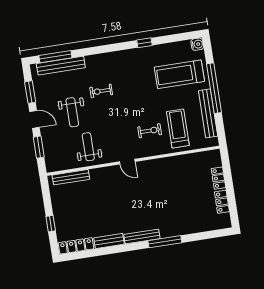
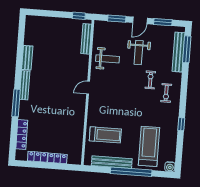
weight bench: (72, 112) -> (139, 52), turned -90
exercise bike: (150, 131) -> (166, 93), moved
window: (51, 224) -> (79, 16), moved
locker: (76, 246) -> (22, 135), moved

